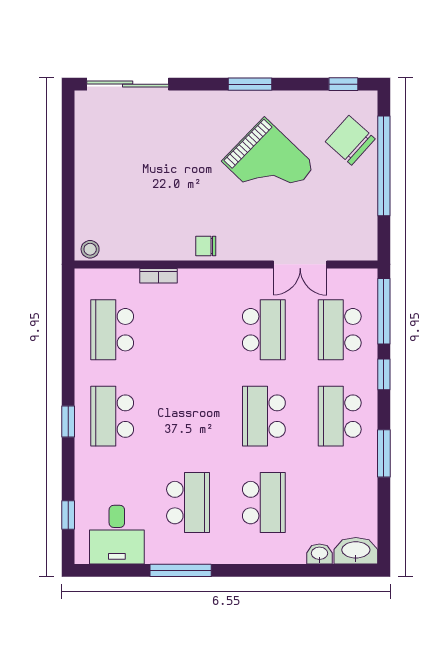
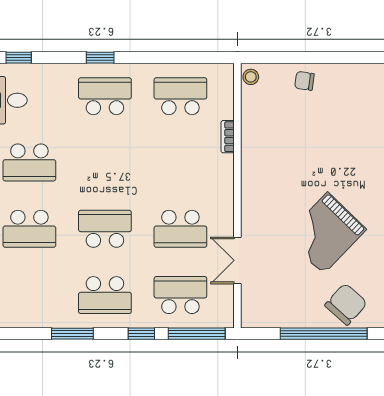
chair: (206, 246) -> (304, 81), moved, turned -82
school desk: (340, 416) -> (105, 295), turned 180

